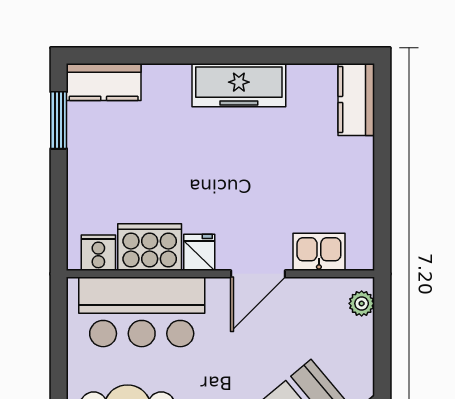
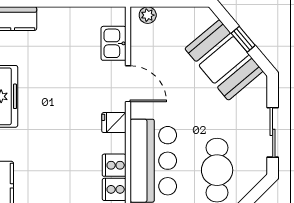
cooker: (150, 247) -> (114, 165), width x0.53, depth x0.76

